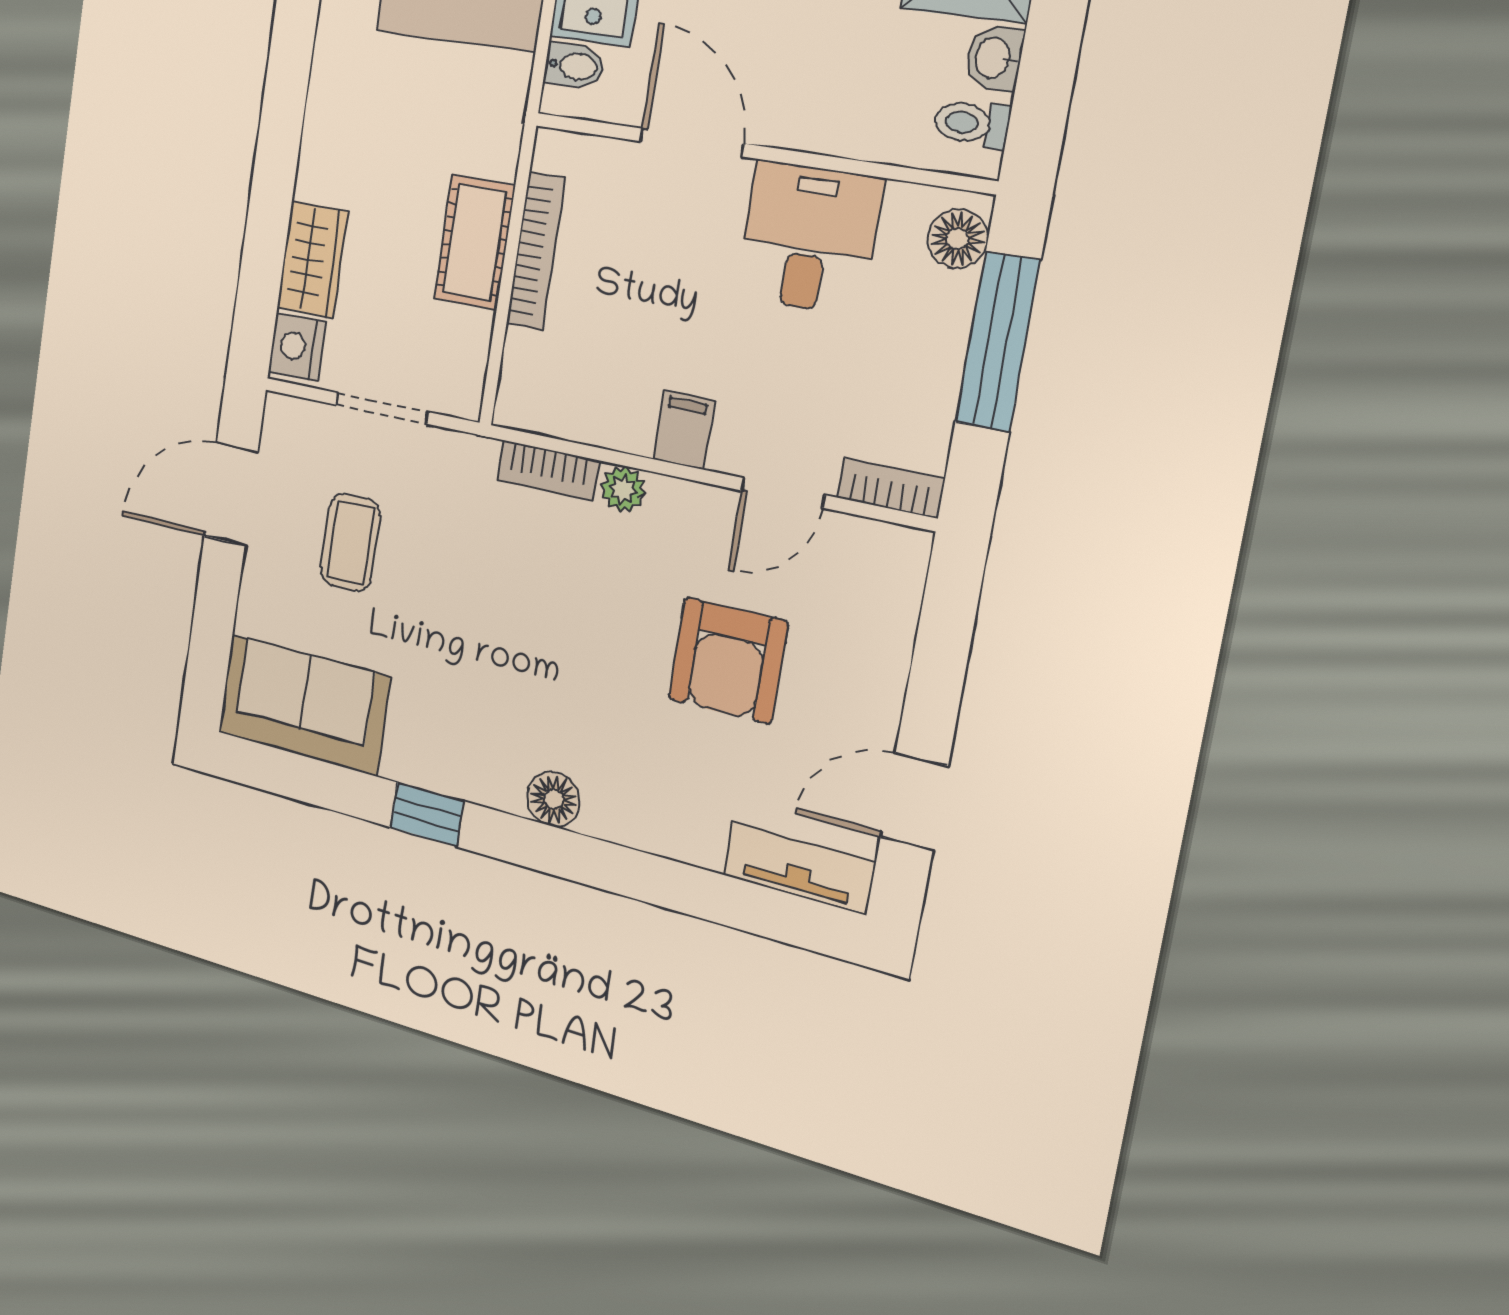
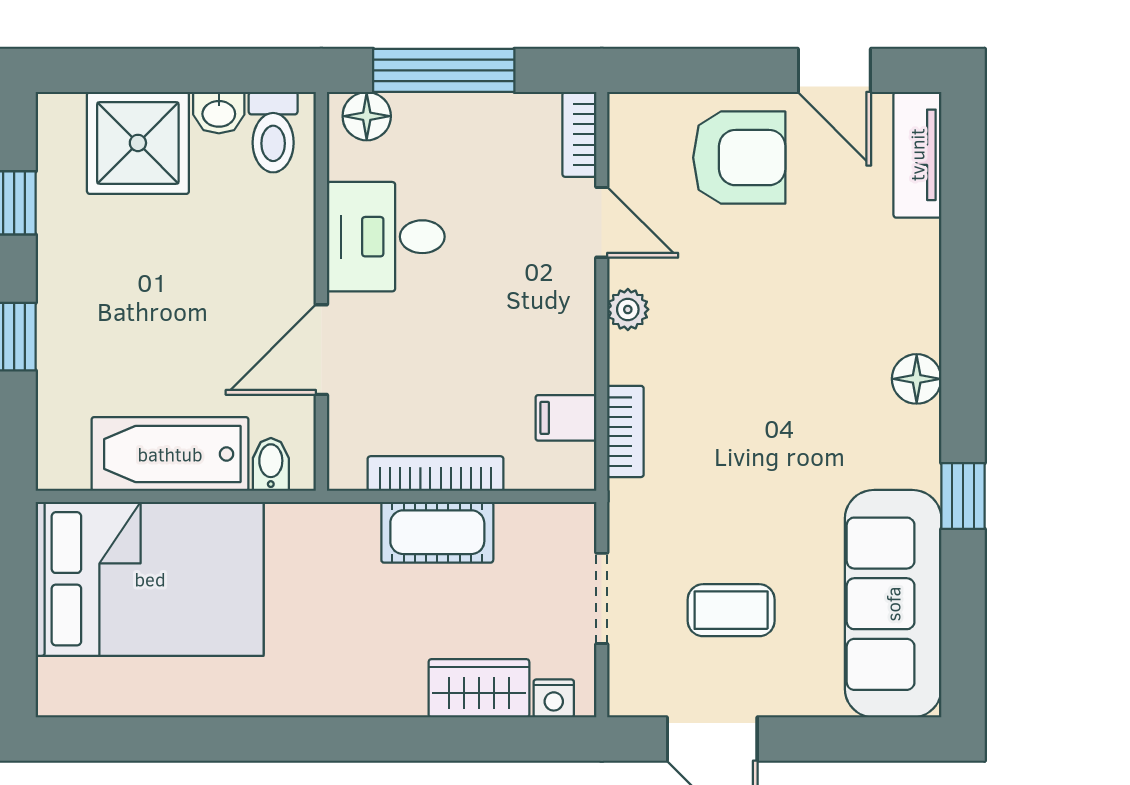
toilet: (972, 124) -> (273, 132), width x1.37, depth x1.39
nightstand: (297, 347) -> (554, 698), width x0.72, depth x0.74
filing cabinet: (683, 430) -> (566, 418), moved
plant: (623, 489) -> (628, 309), moved
armchair: (728, 660) -> (739, 158), moved
sofa: (303, 705) -> (893, 604), width x1.36

